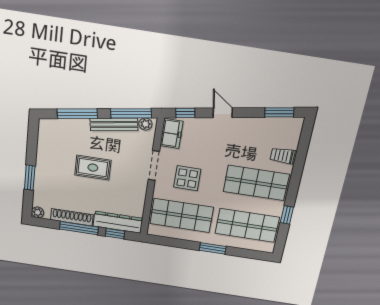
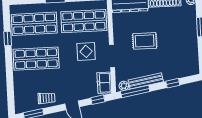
window: (77, 114) -> (173, 83), width x0.46
trolley: (283, 156) -> (46, 98), moved
rug: (93, 168) -> (145, 41), moved

